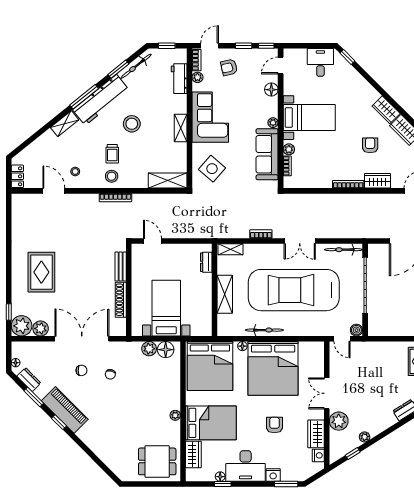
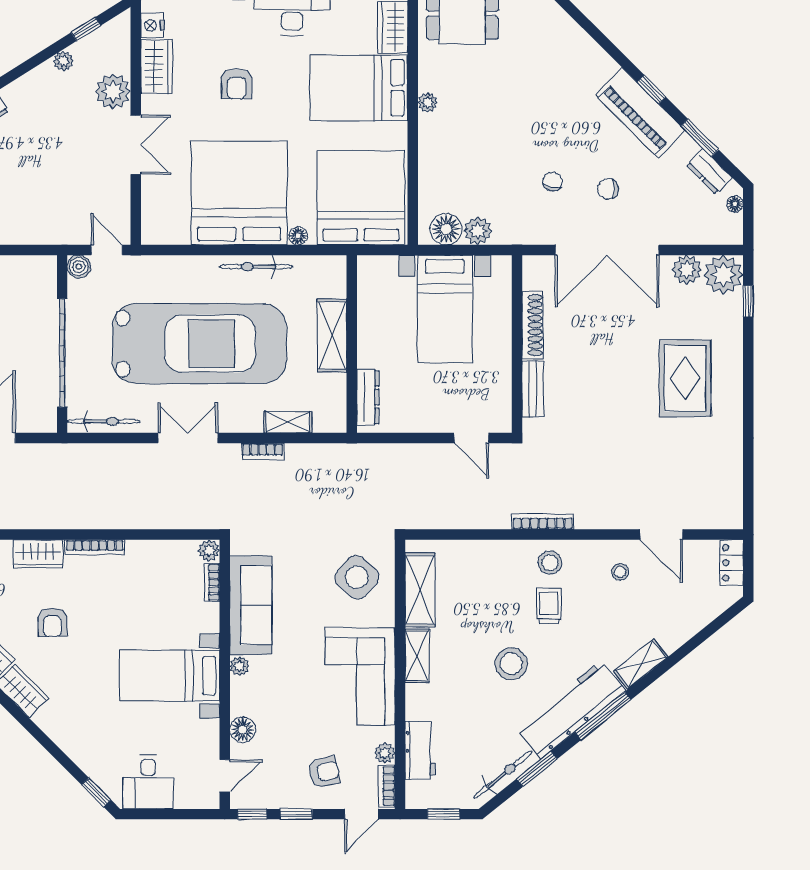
plant: (289, 149) -> (209, 551), moved
shelving: (168, 181) -> (420, 590), moved, turned 90
shelving: (231, 249) -> (288, 422), moved
dresser: (206, 262) -> (368, 397), width x1.44

